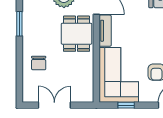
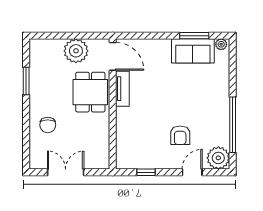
corner sofa: (119, 75) -> (138, 138), removed

